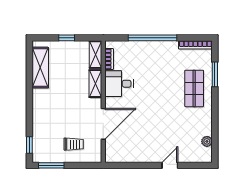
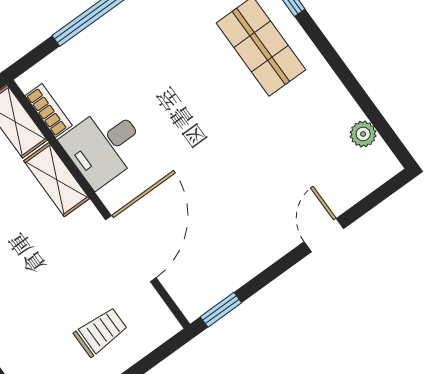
window: (118, 165) -> (221, 310), added

